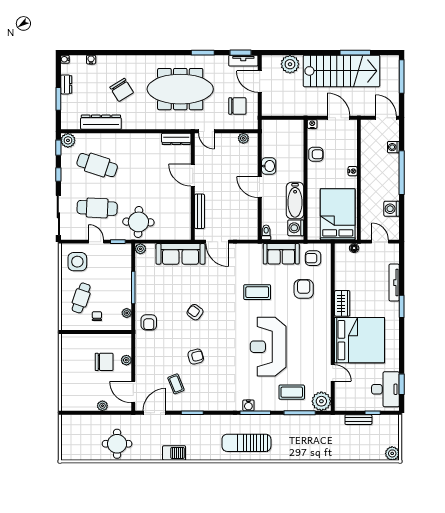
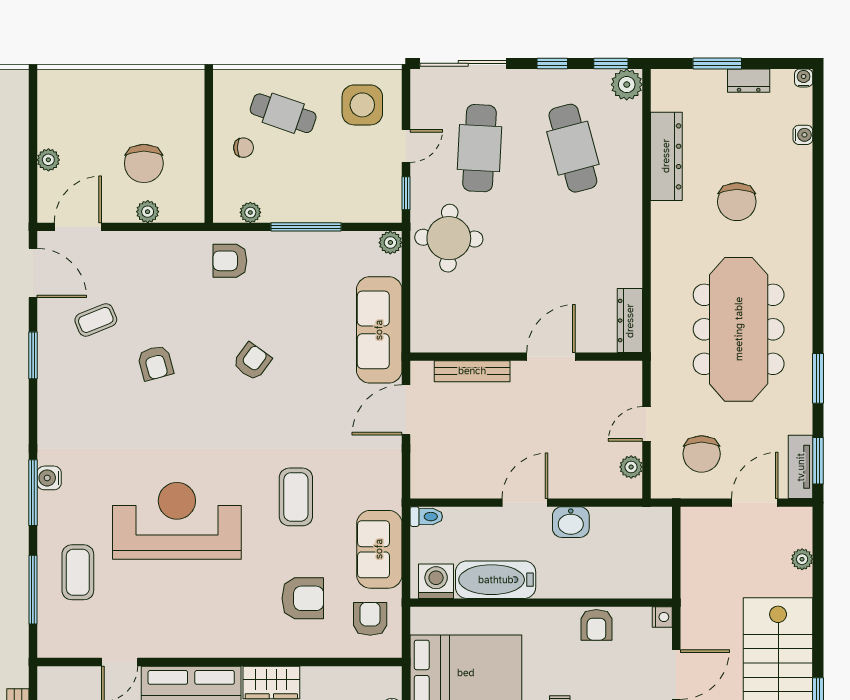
plant: (290, 64) -> (802, 559), width x0.53, depth x0.53
chair: (122, 90) -> (737, 202), turned -58
door: (206, 131) -> (646, 424), moved
cafe table: (97, 165) -> (573, 148), turned -33
plant: (321, 401) -> (58, 637), removed

